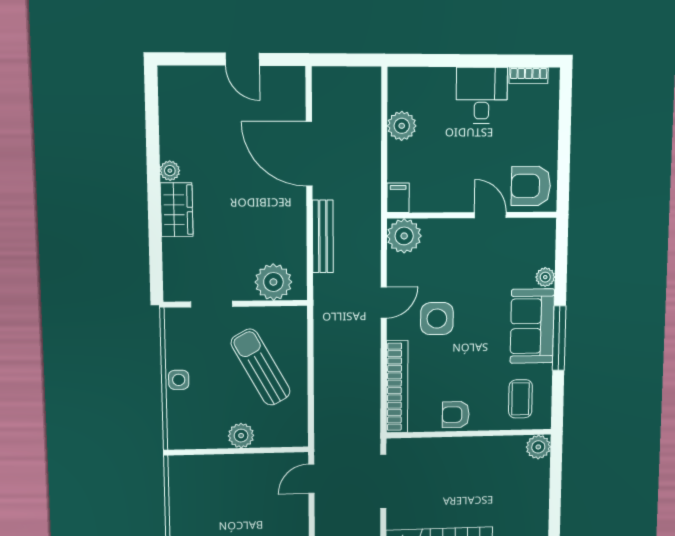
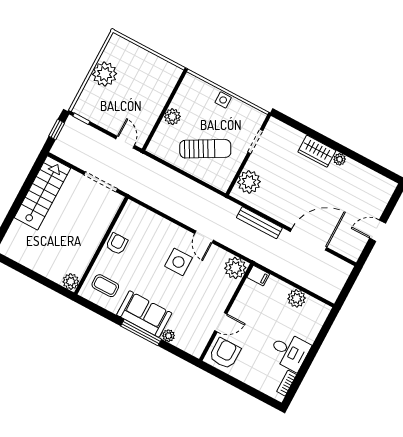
window: (559, 338) -> (141, 333), moved
bookcase: (397, 387) -> (152, 219), removed

